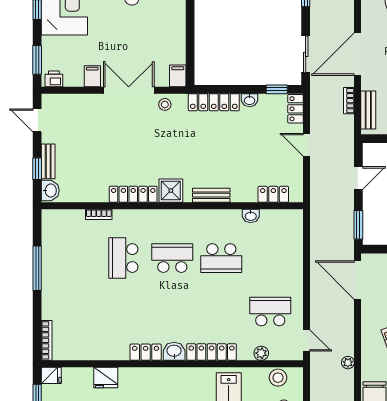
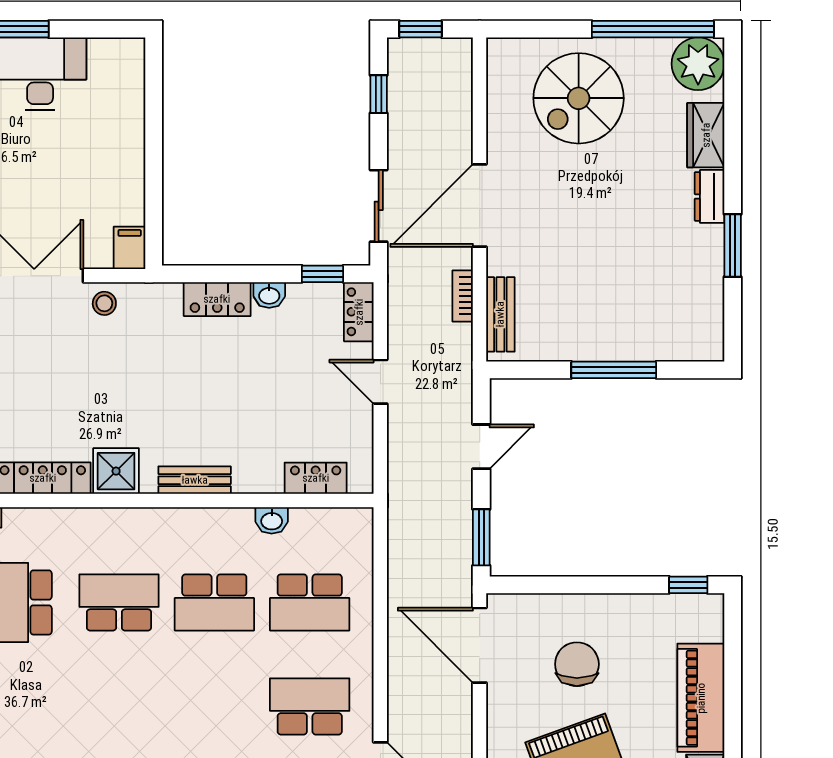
locker: (214, 102) -> (217, 299), width x0.66
school desk: (270, 258) -> (310, 602), added

